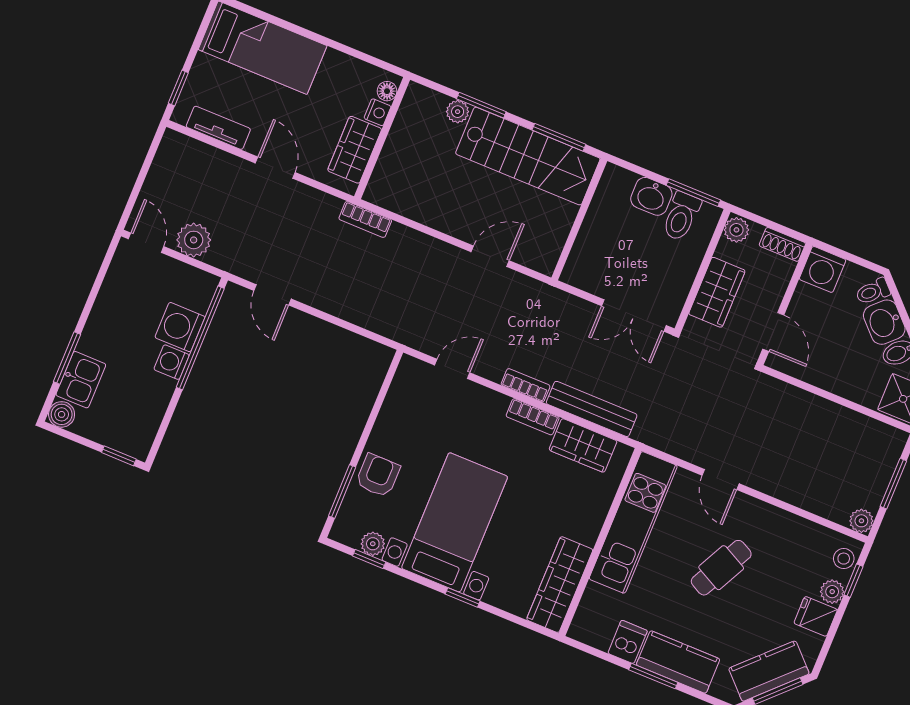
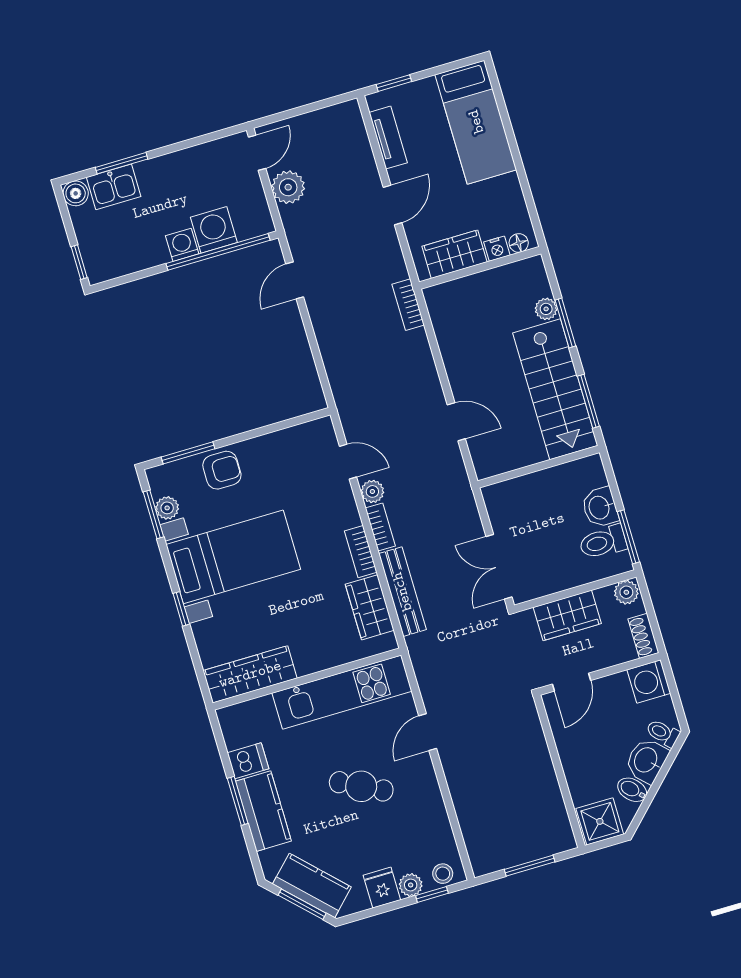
plant: (861, 521) -> (372, 491), moved
window: (369, 559) -> (153, 514), width x1.50

